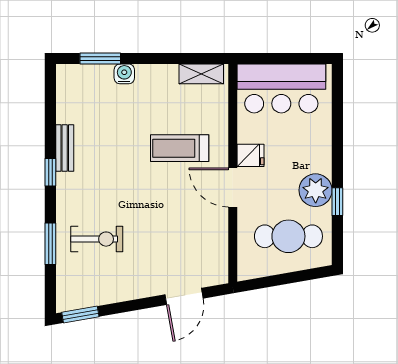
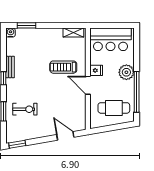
water cooler: (124, 74) -> (10, 33), moved
plant: (316, 190) -> (126, 72), moved
window: (337, 202) -> (137, 92), width x3.17
door: (184, 296) -> (65, 136), swing flipped

